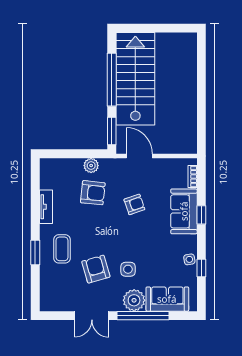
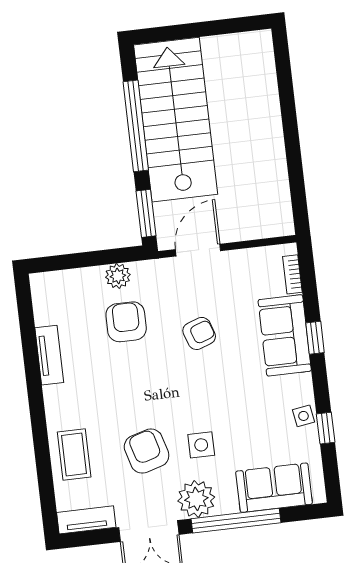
door: (139, 156) -> (198, 250), hinge flipped
armchair: (93, 193) -> (126, 322), turned -96
coffee table: (62, 249) -> (74, 454), moved
window: (35, 252) -> (40, 435), removed
plant: (134, 300) -> (196, 499), moved
tv unit: (56, 305) -> (86, 520), added

